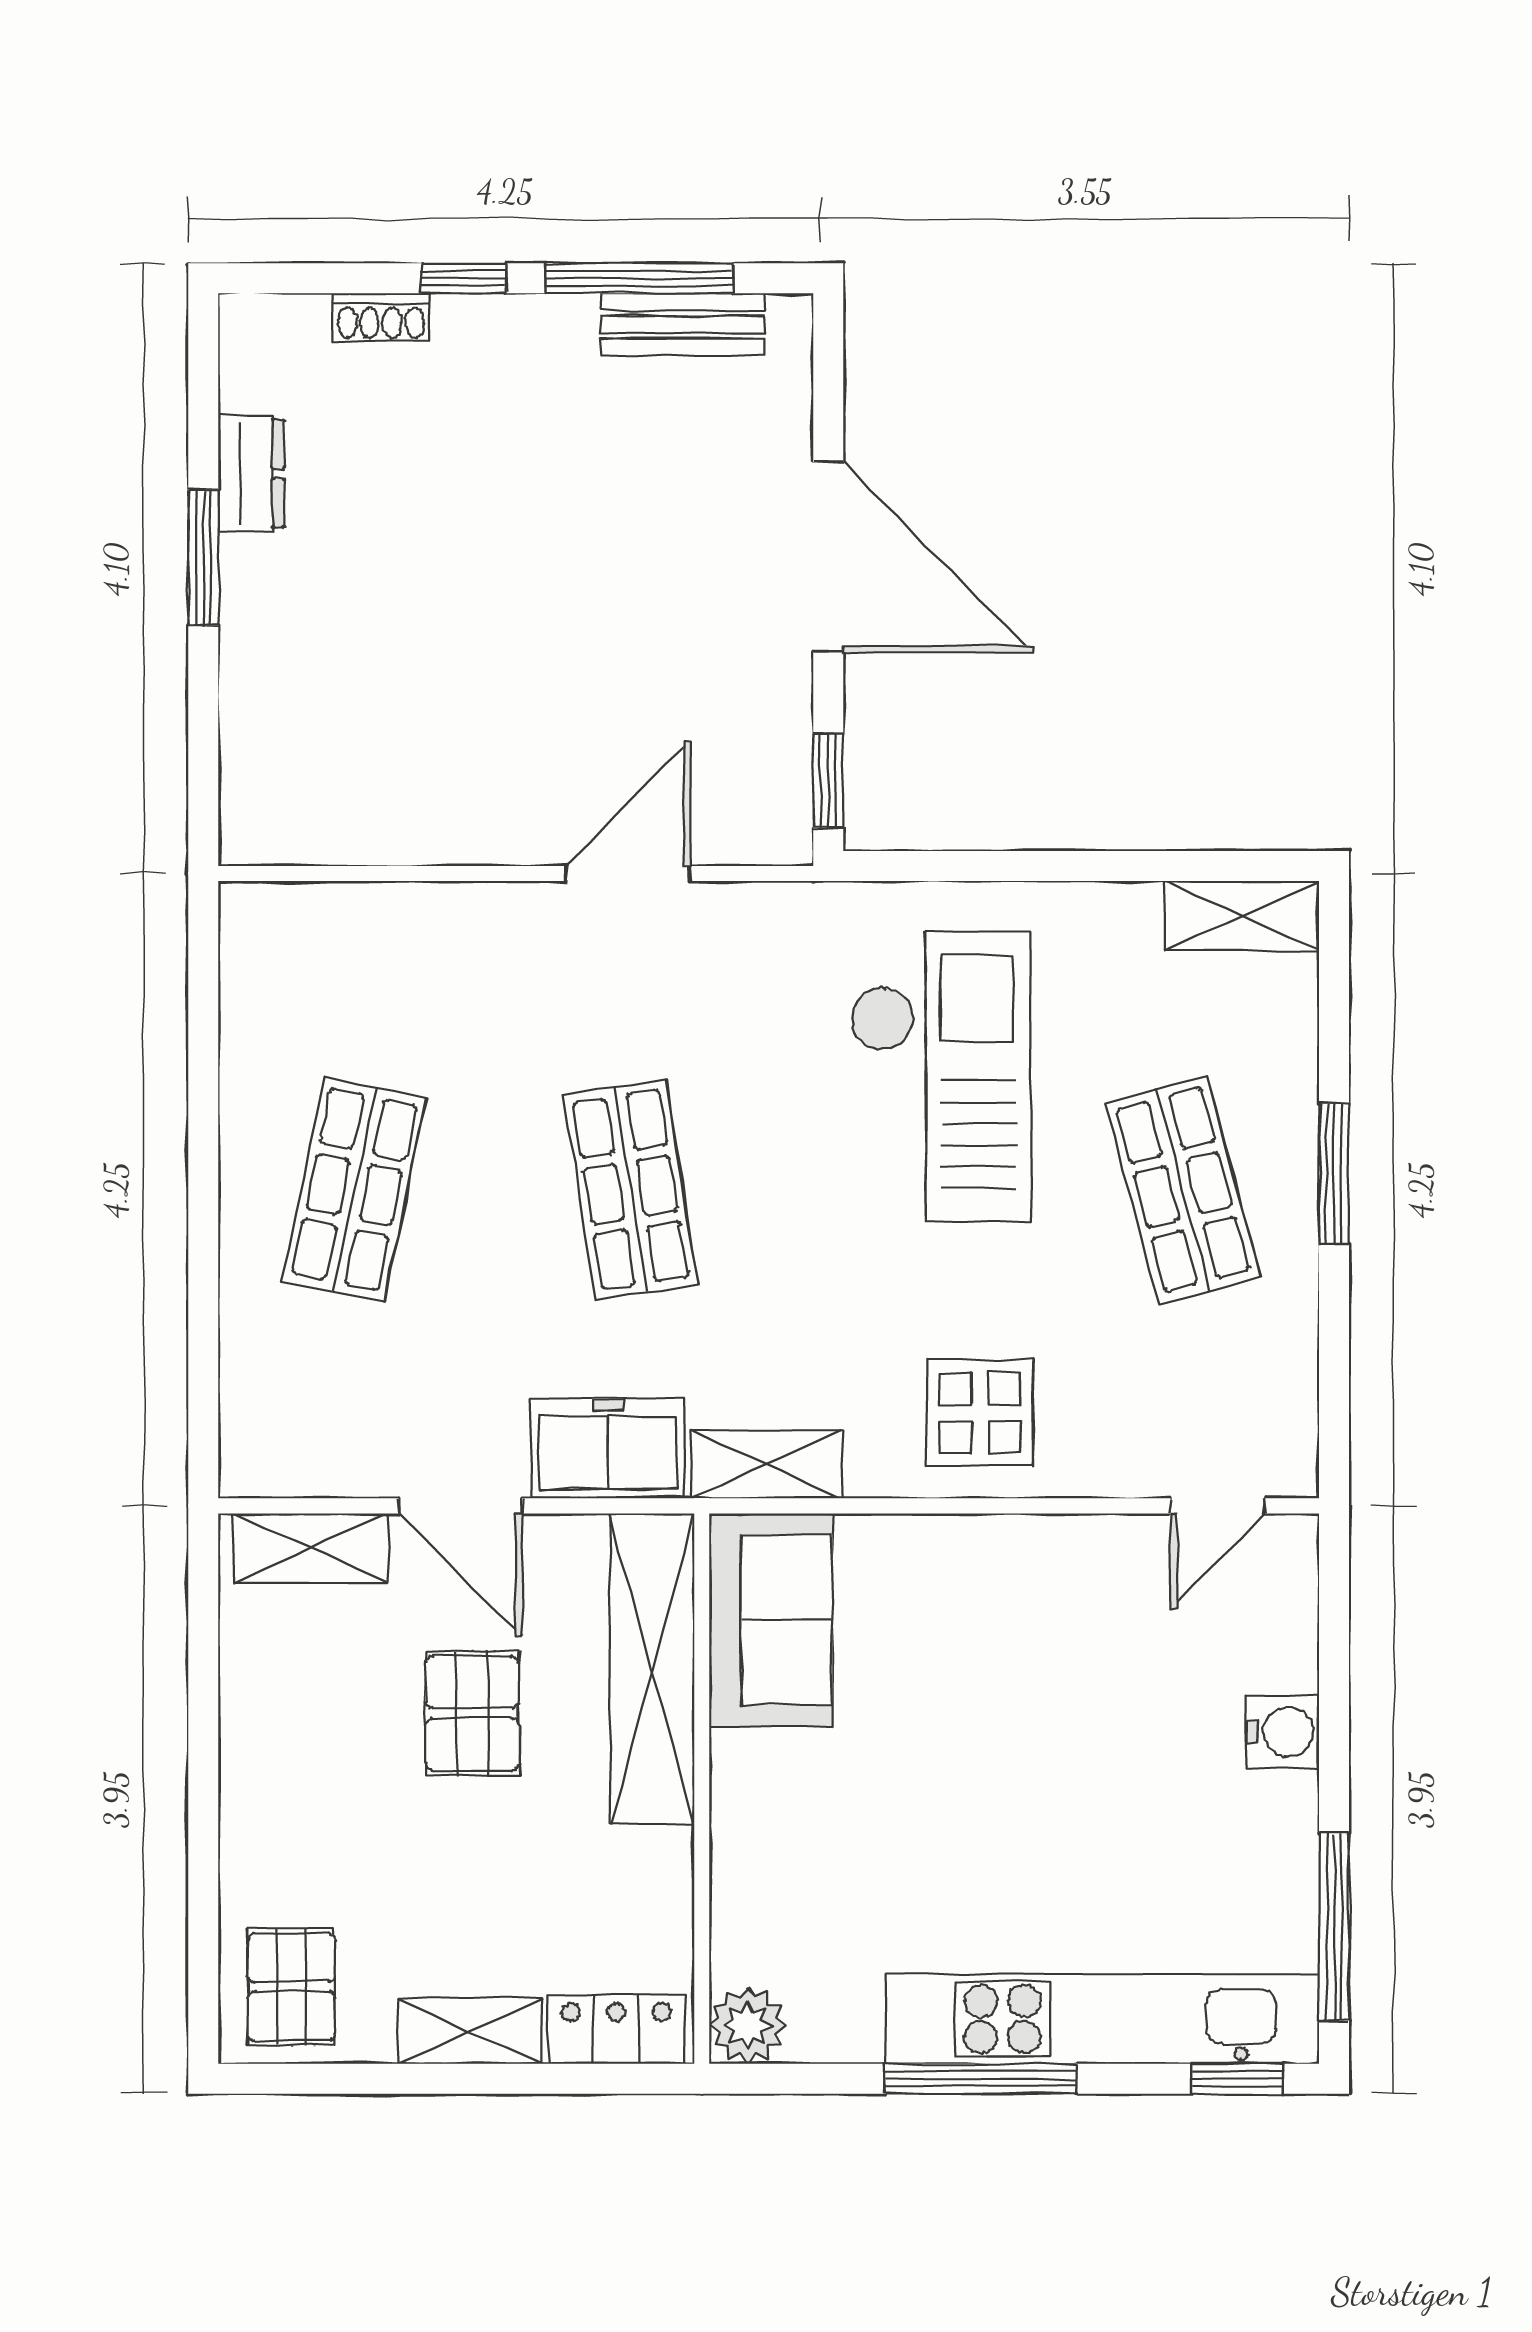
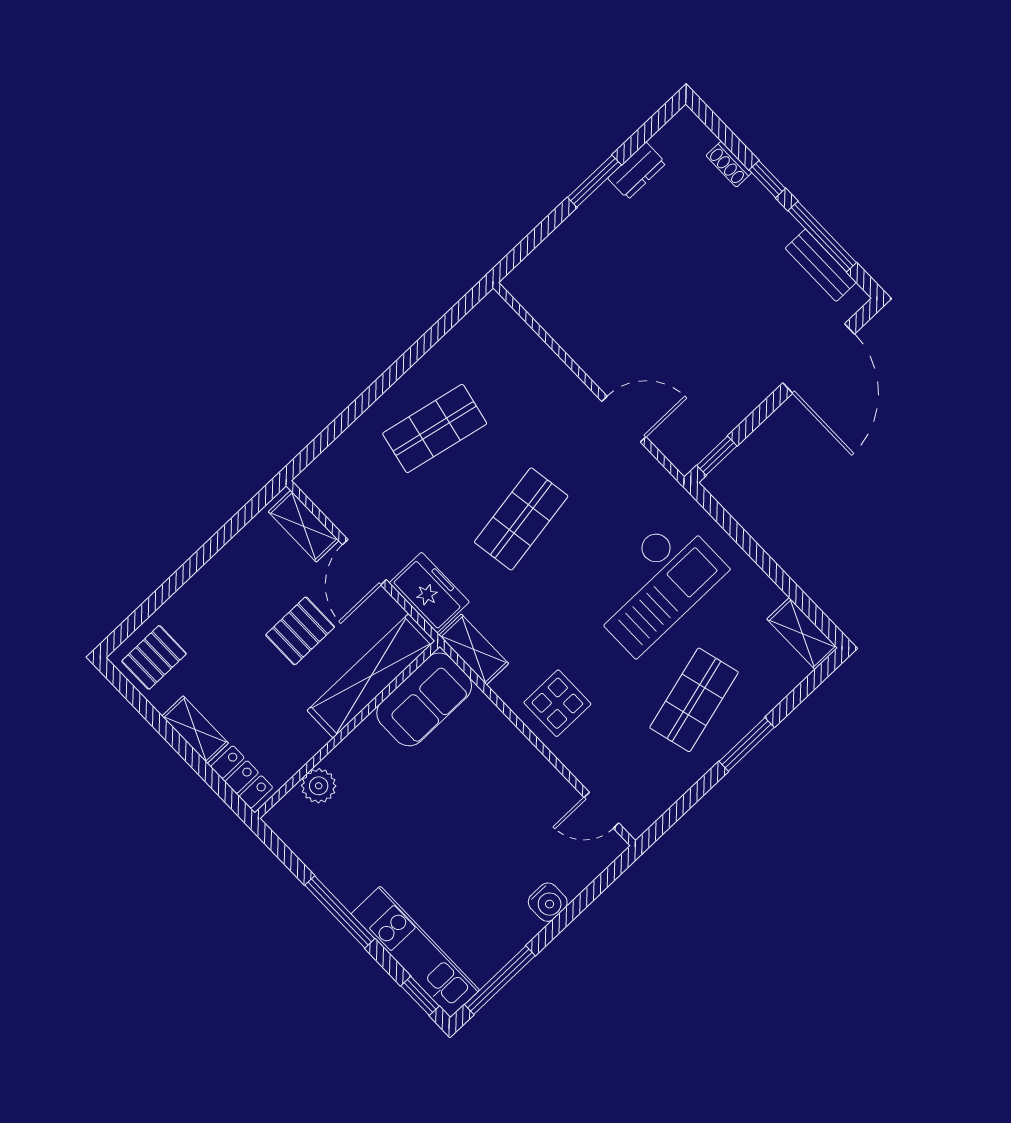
door: (828, 557) -> (819, 358), moved
kitchen unit: (1102, 2019) -> (415, 952), width x0.73
plant: (748, 2025) -> (319, 786), moved

